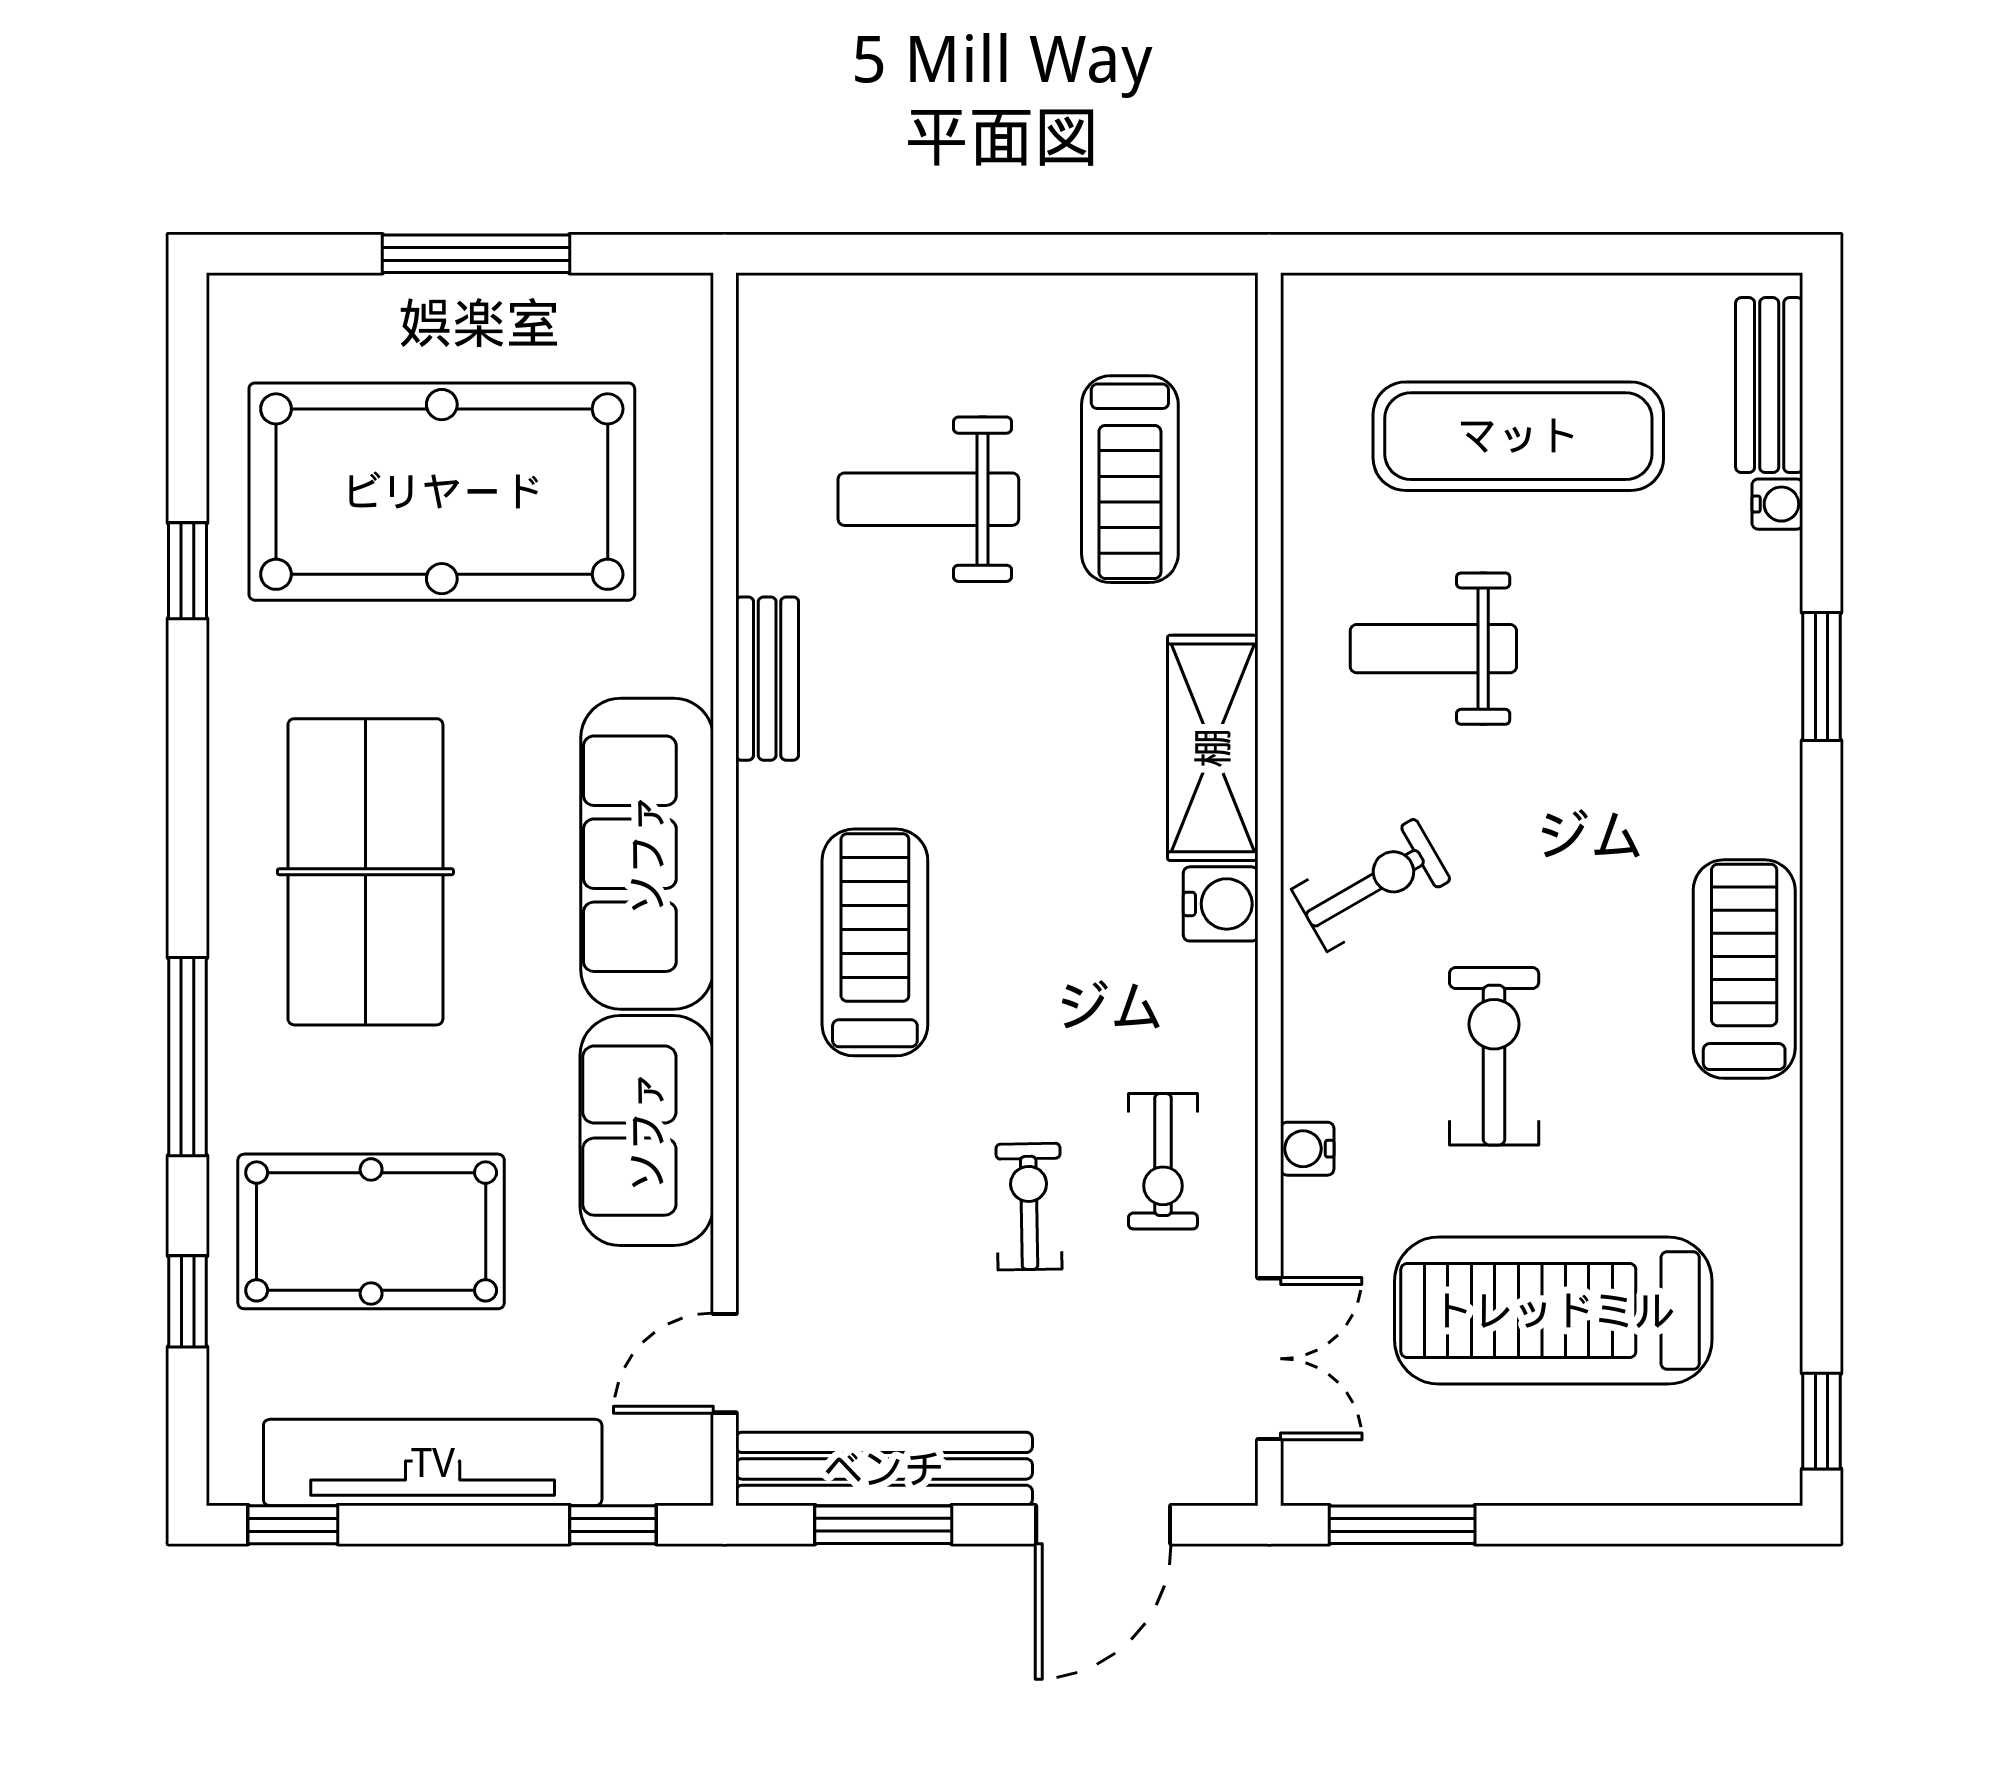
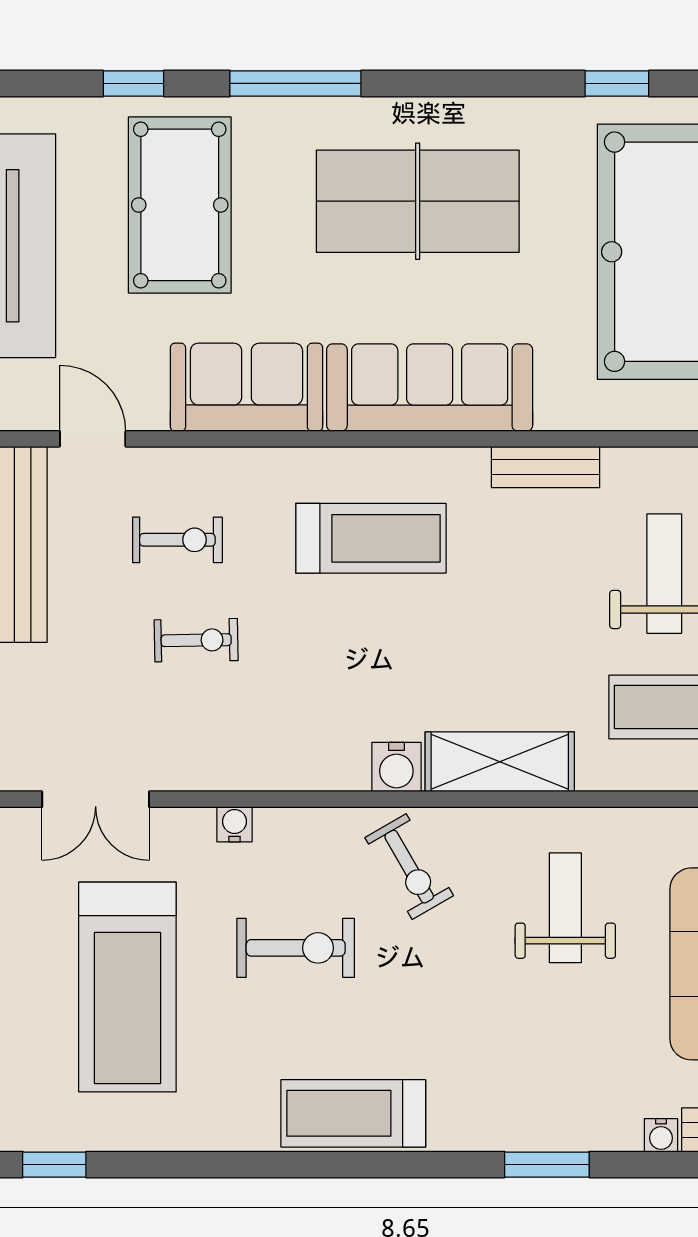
treadmill: (1744, 969) -> (353, 1113), turned 180
exercise bike: (1163, 1161) -> (177, 540), moved, turned 180
treadmill: (1553, 1311) -> (127, 987), turned 180

